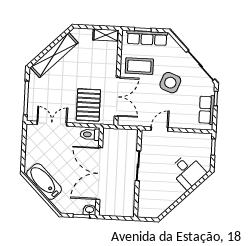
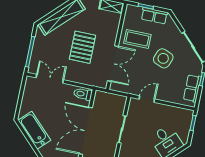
row of seats: (147, 38) -> (154, 16), width x0.68
pallet: (88, 105) -> (82, 47), moved

